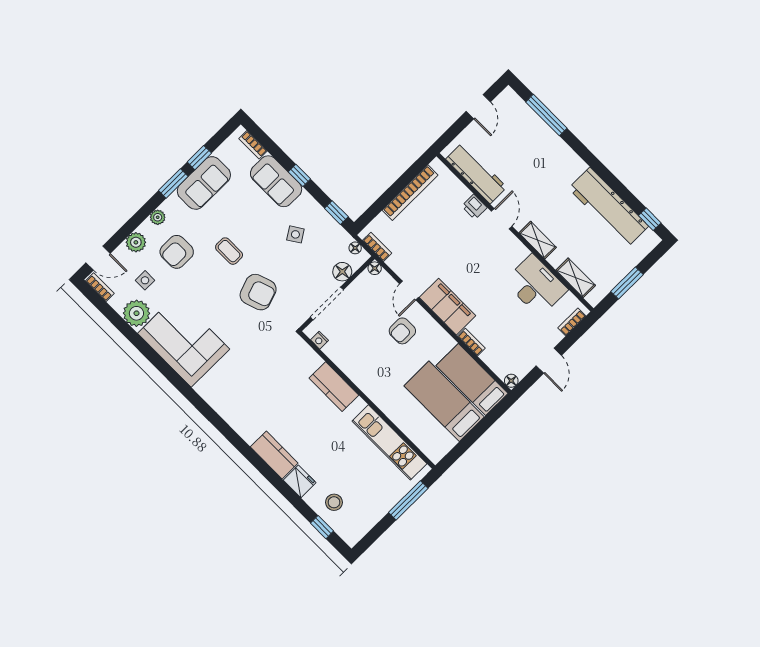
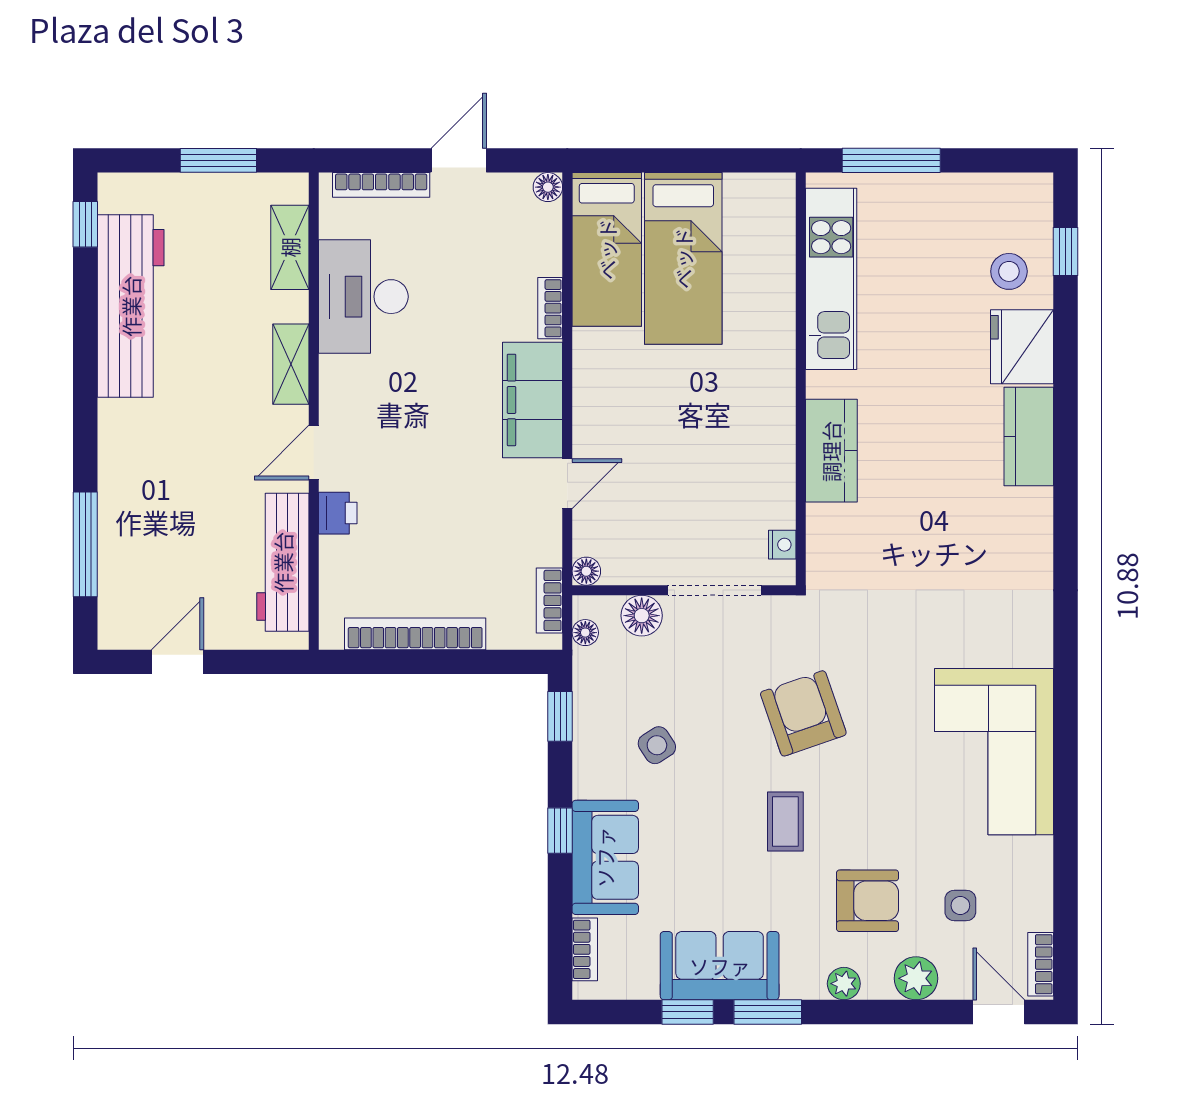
plant: (136, 313) -> (1024, 868), removed
bookcase: (572, 322) -> (381, 185), width x1.56
armchair: (402, 331) -> (640, 432), removed
fridge: (300, 481) -> (1022, 347), width x1.36, depth x1.34

